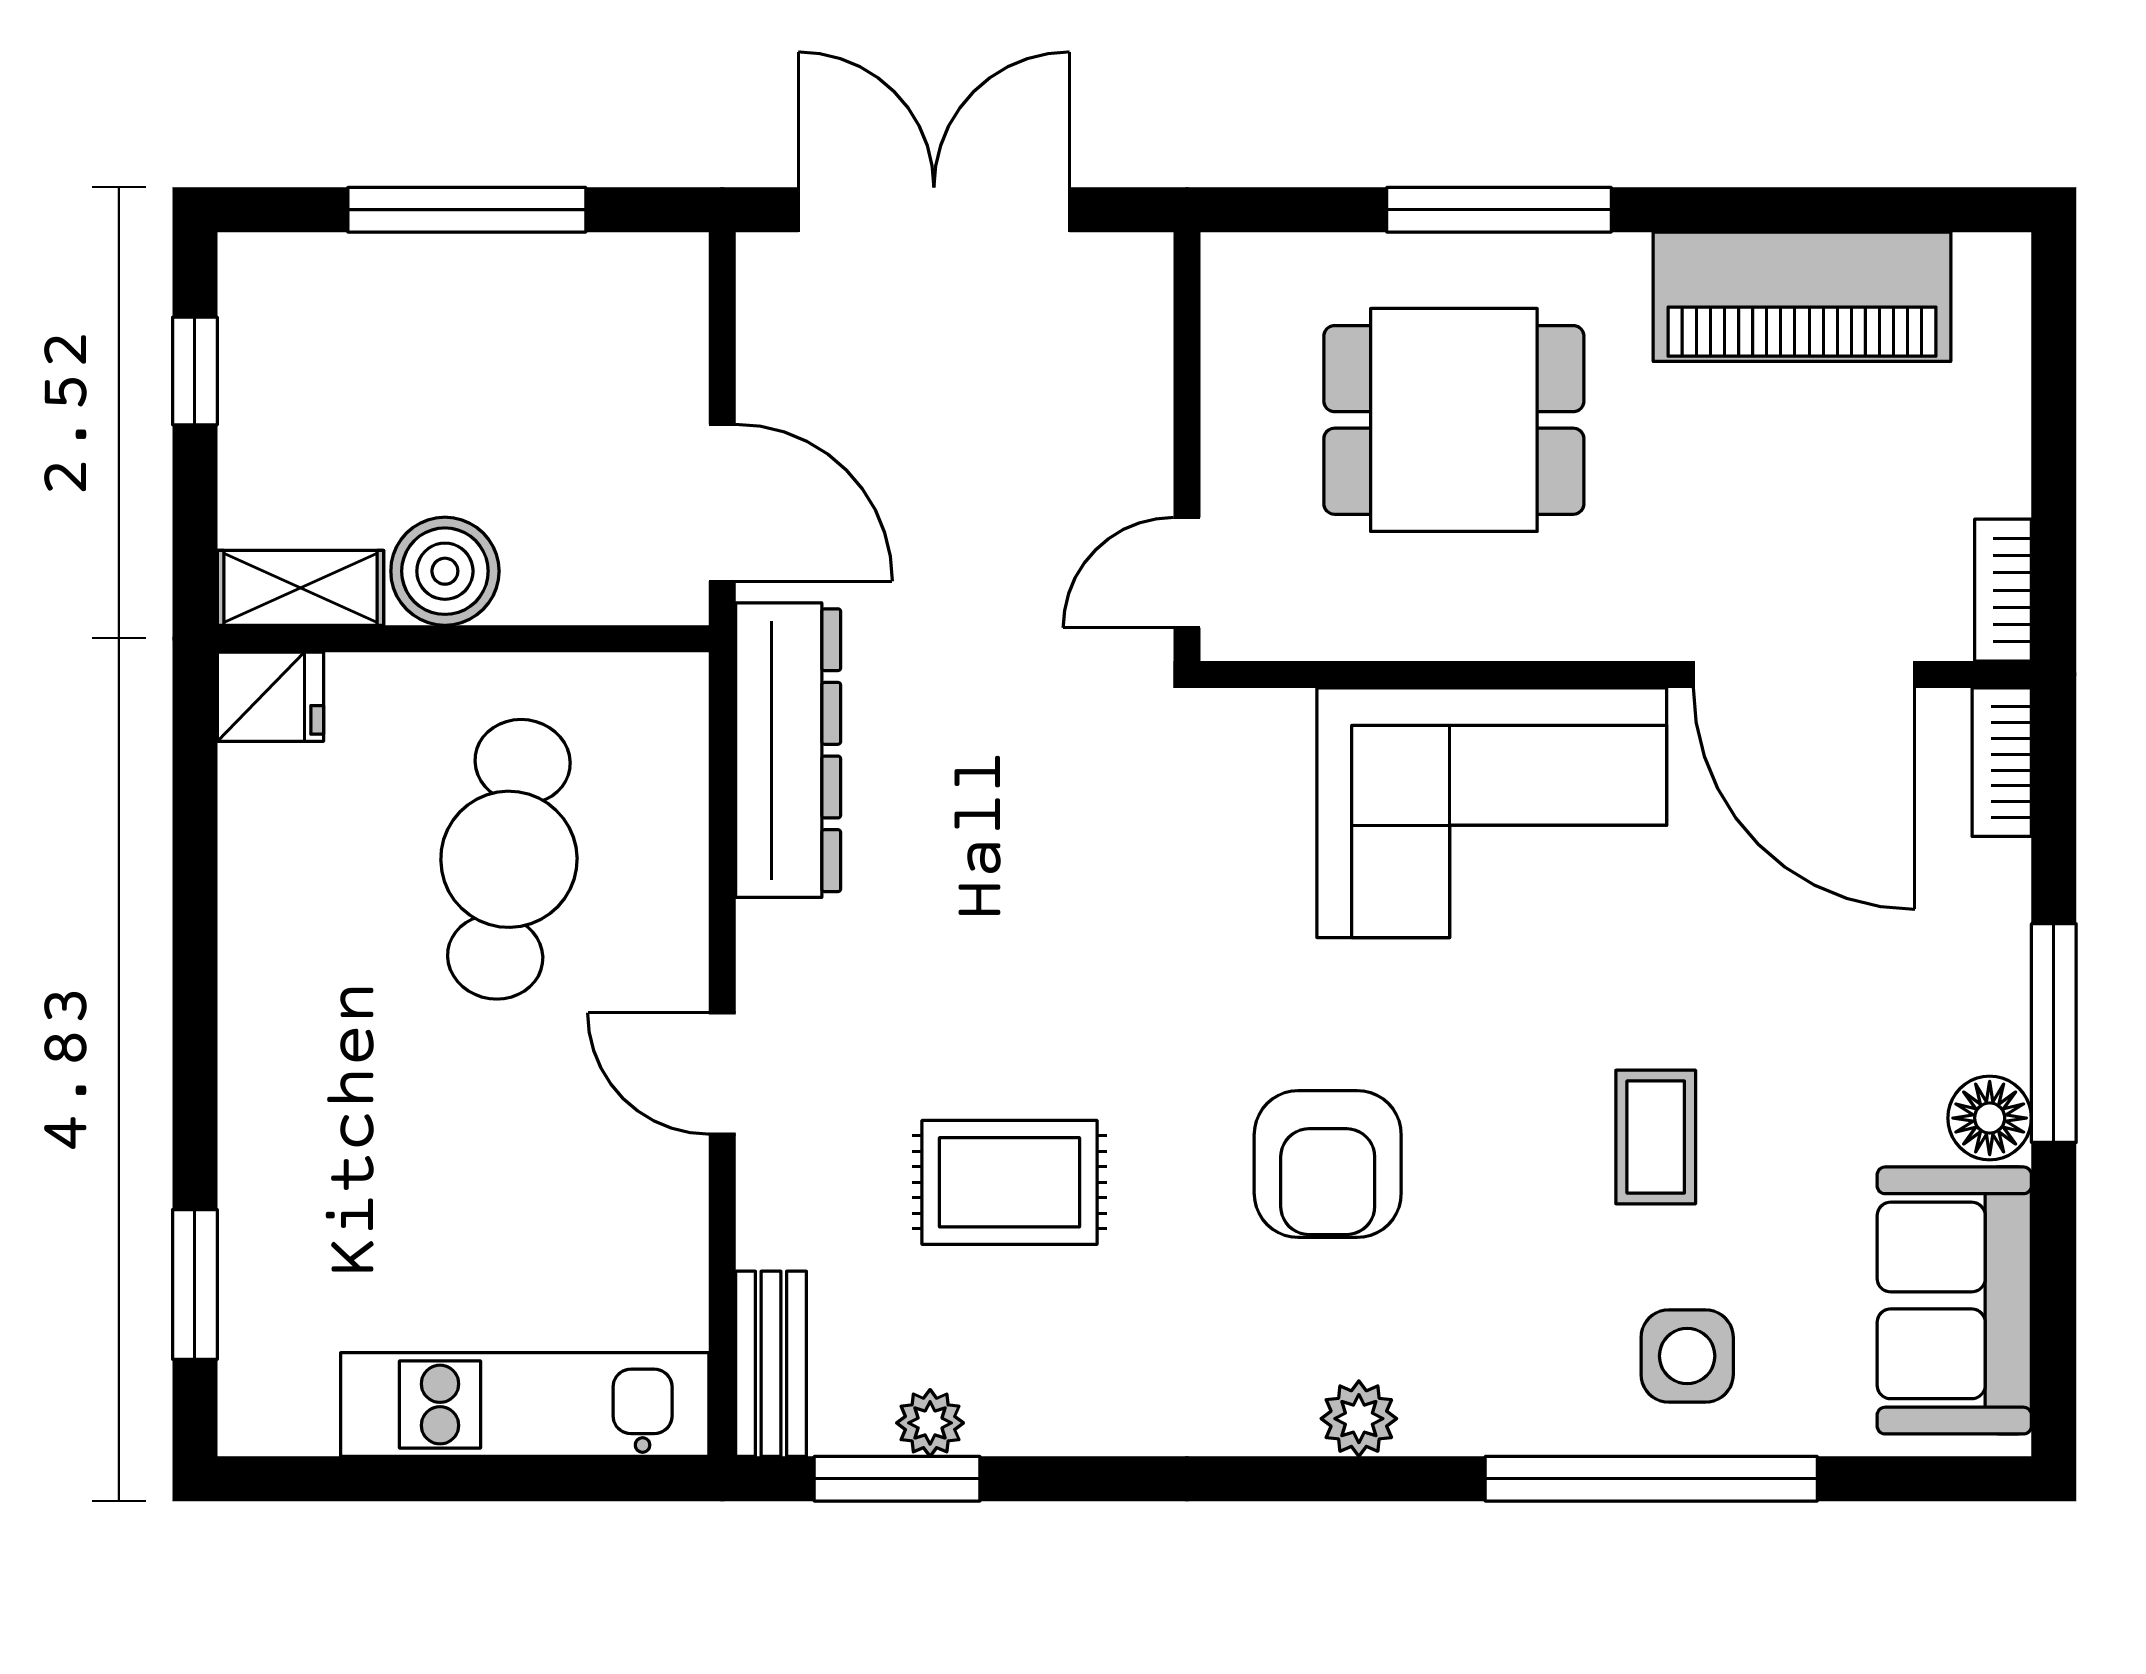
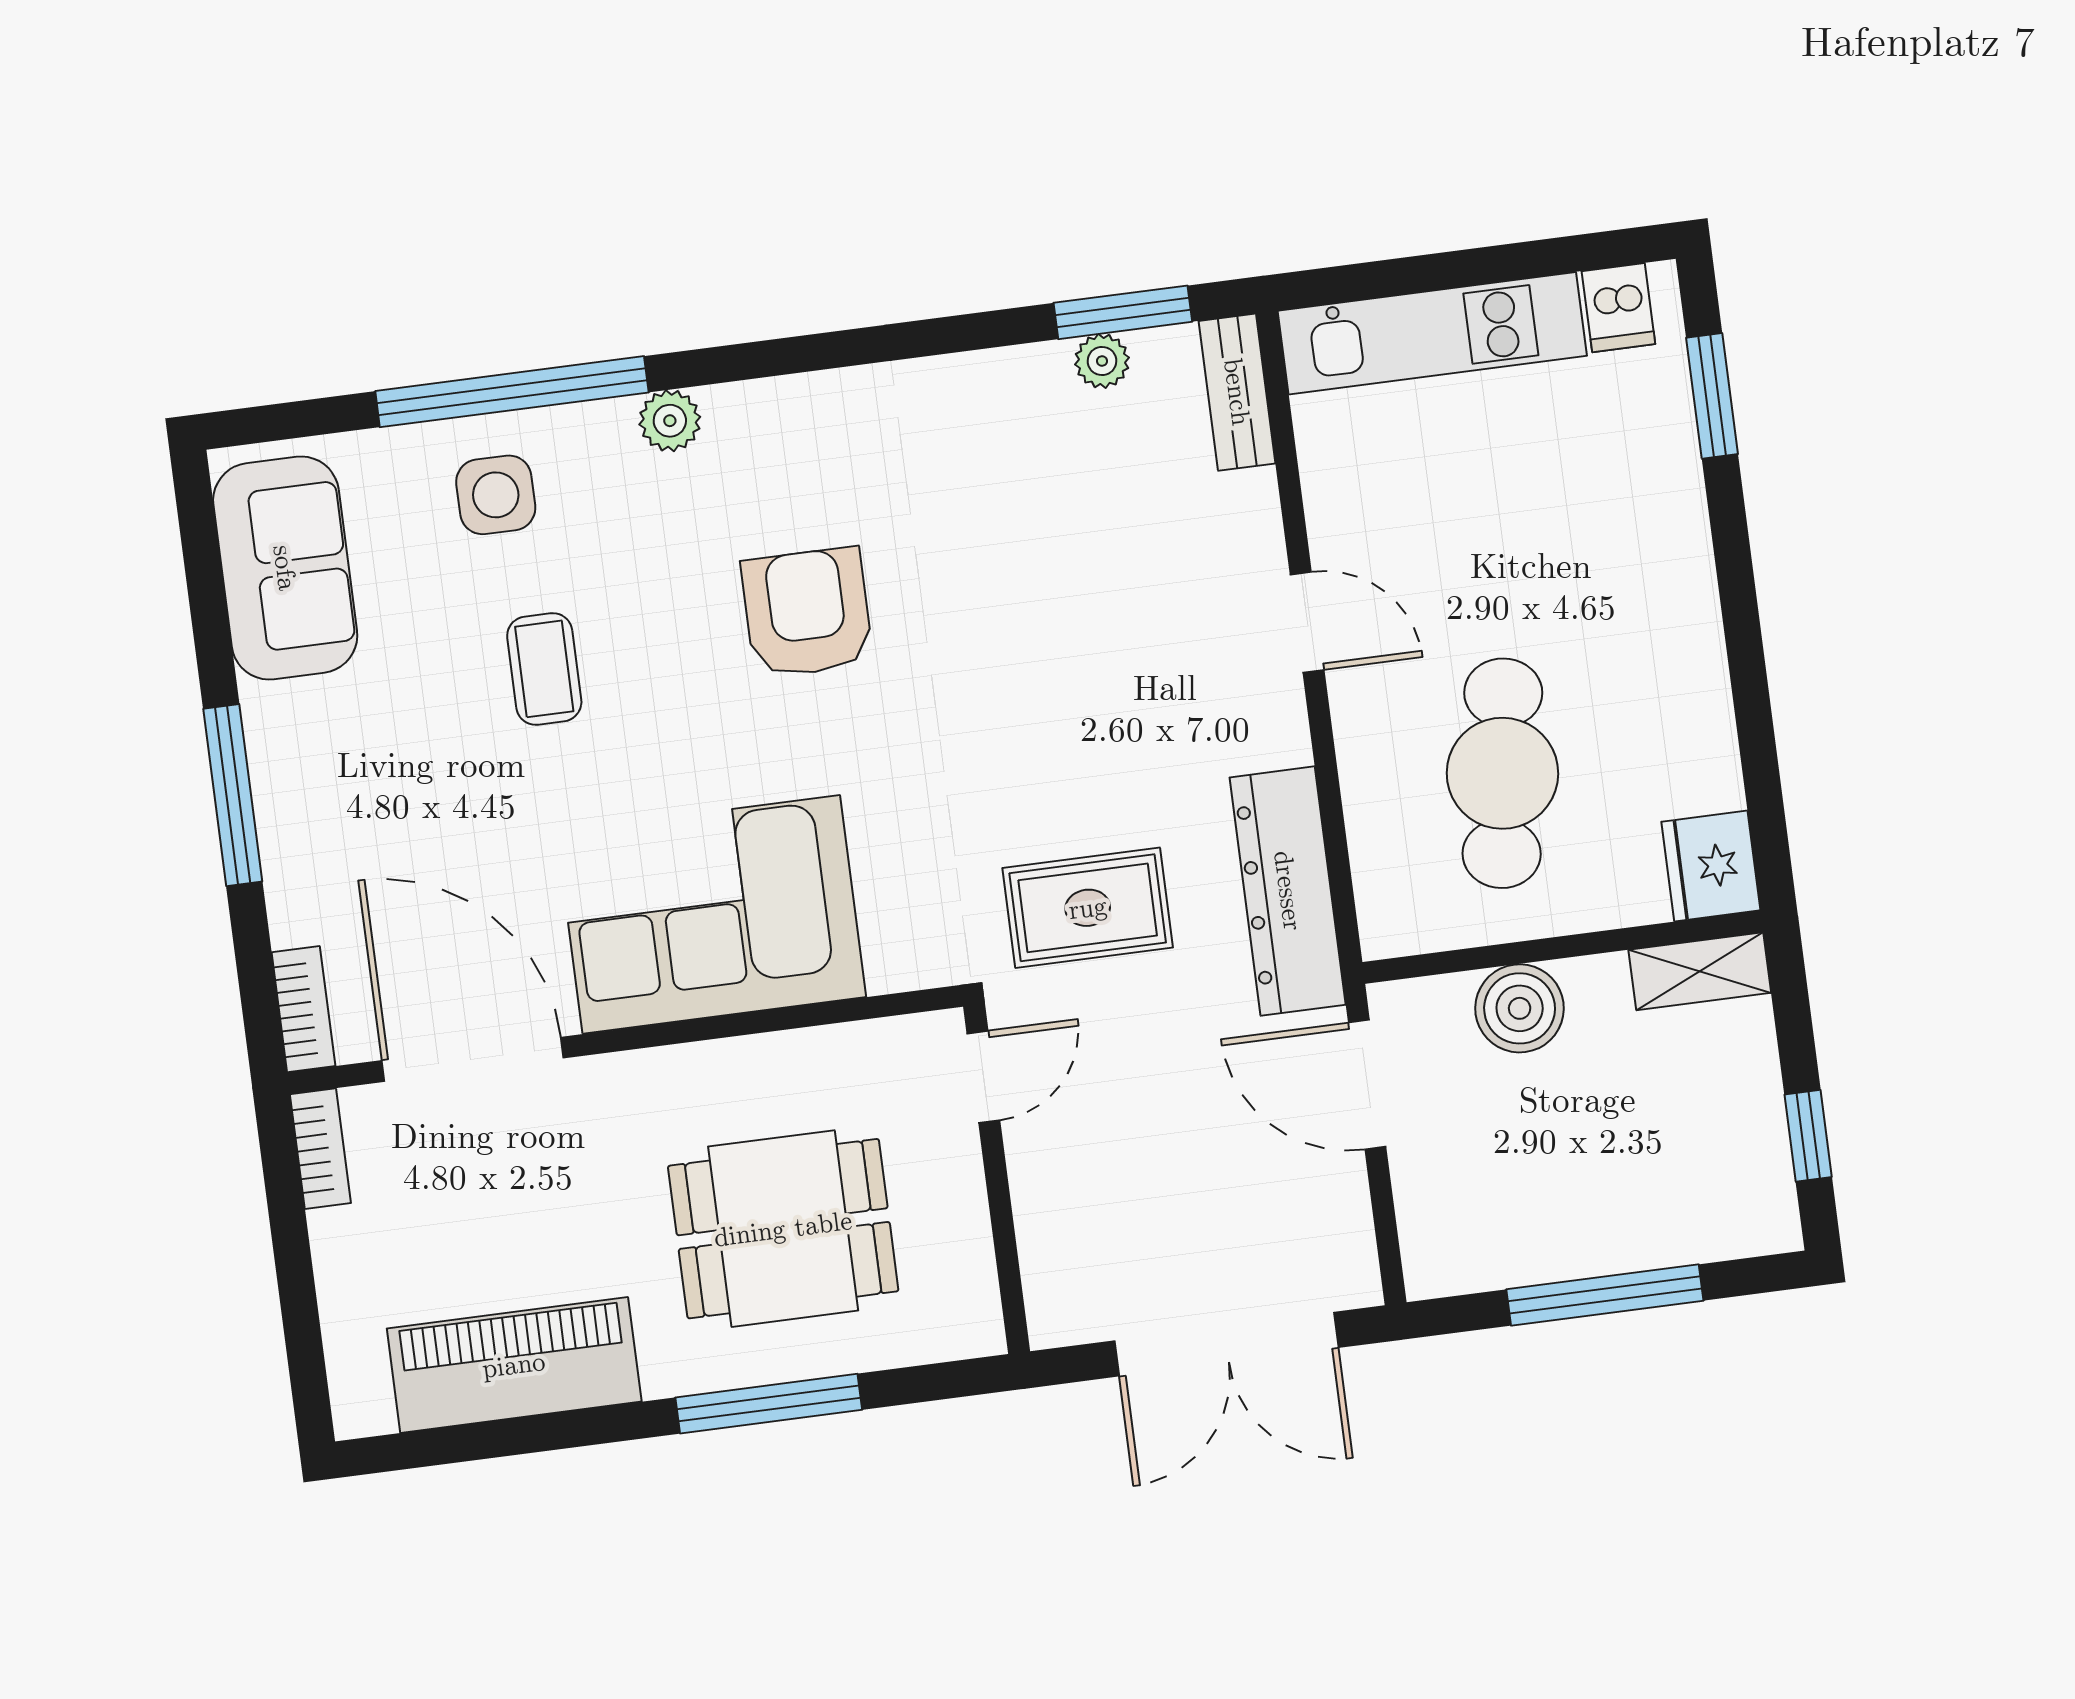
boiler: (445, 571) -> (1520, 1008), moved
fridge: (270, 697) -> (1711, 866), width x1.38
floor lamp: (1990, 1118) -> (276, 719), removed
rug: (1010, 1182) -> (1088, 908), moved
dishwasher: (295, 1406) -> (1618, 308), added
plant: (1359, 1419) -> (670, 421), moved

